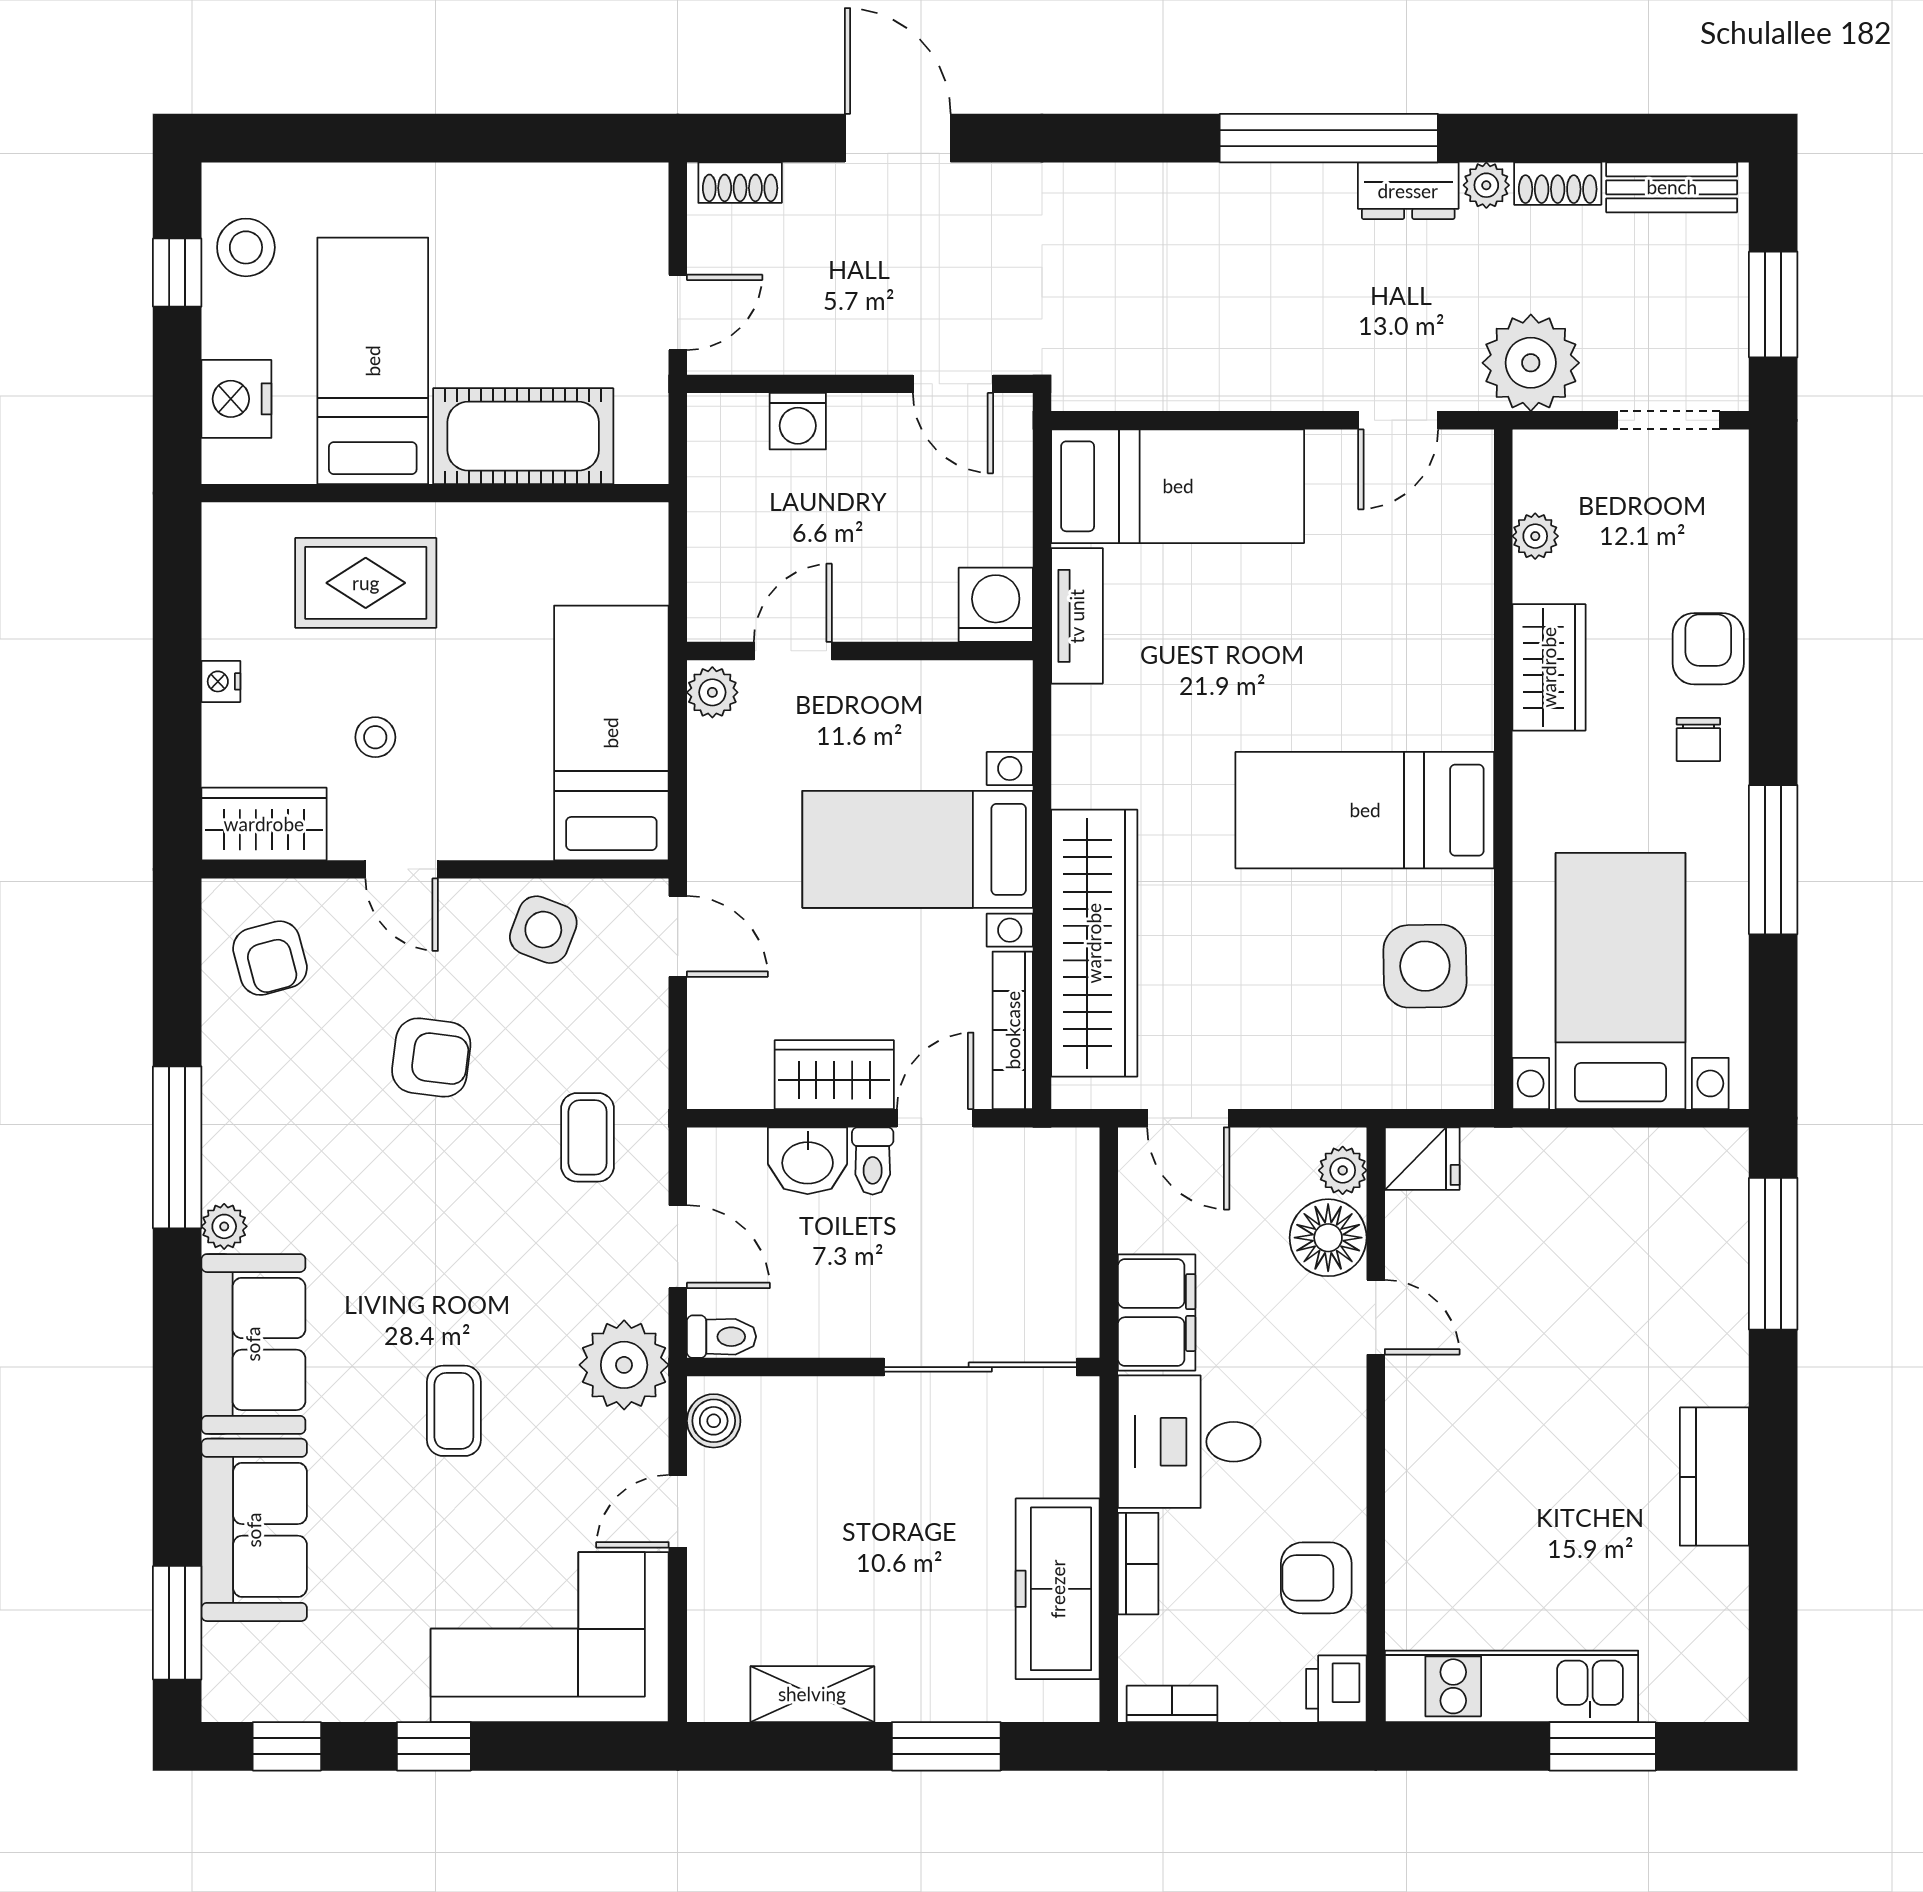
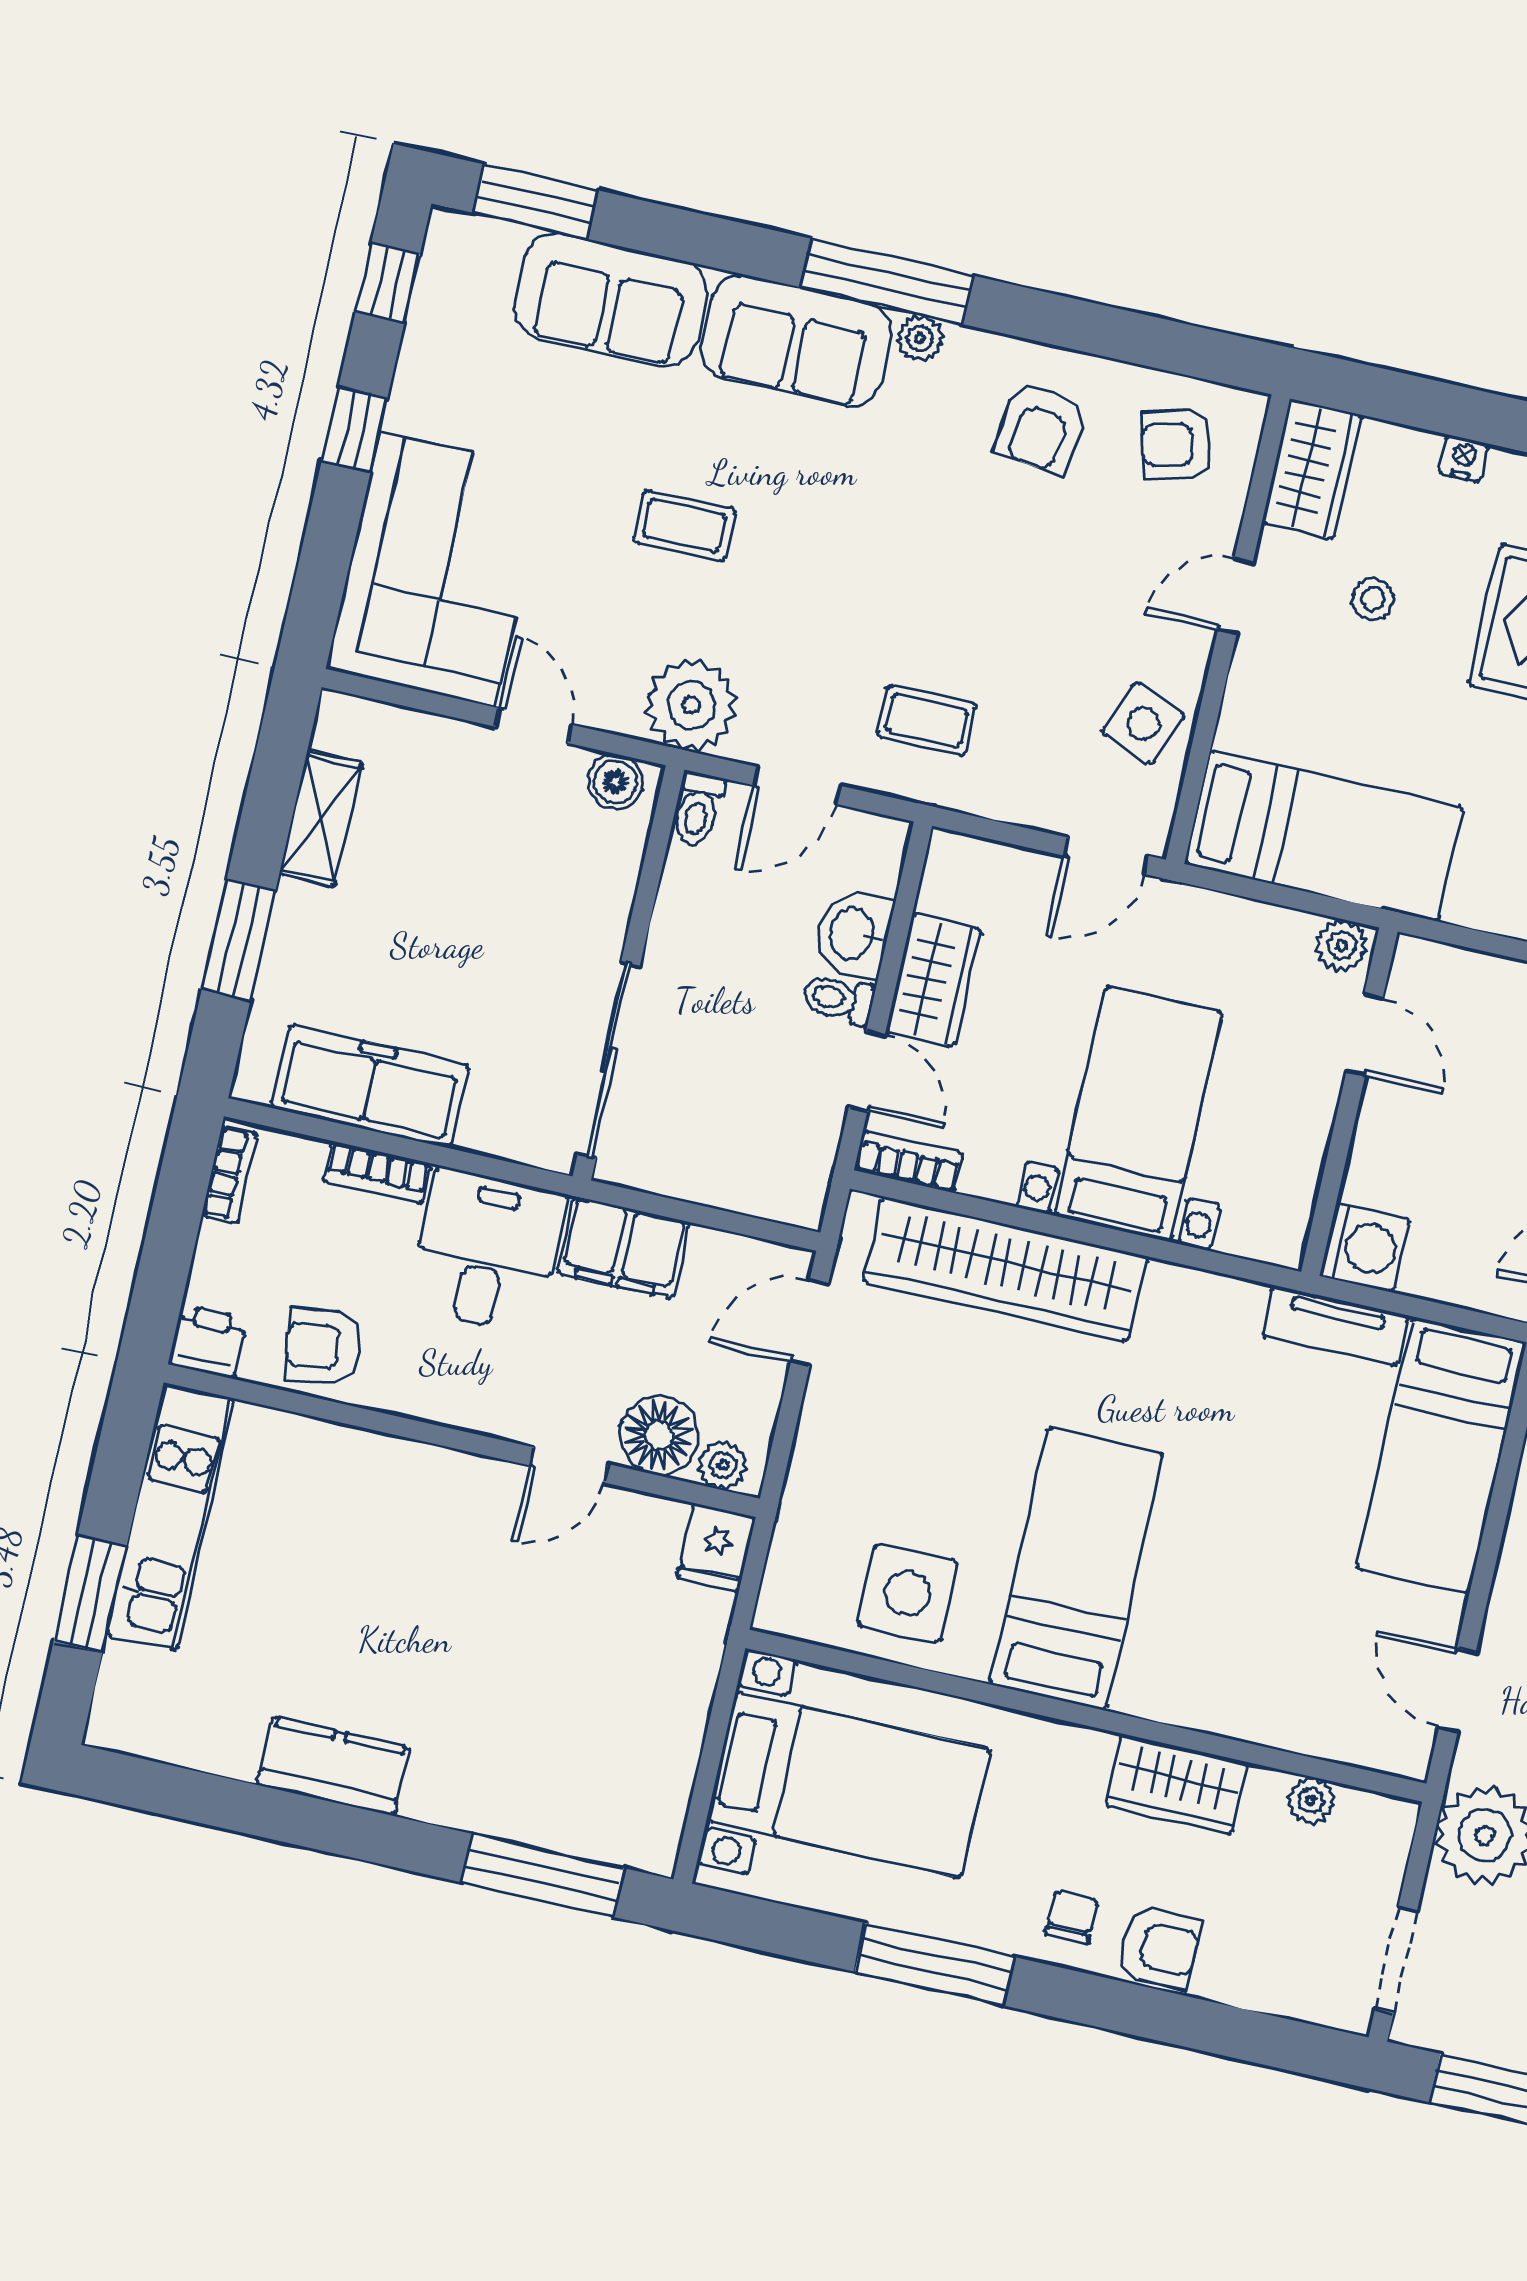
chair: (1698, 739) -> (1071, 1917), turned 90
bookcase: (1013, 1030) -> (909, 1162), width x0.64
armchair: (431, 1058) -> (1041, 428), moved
window: (177, 1147) -> (887, 281), moved
armchair: (1316, 1578) -> (323, 1347), turned -98

